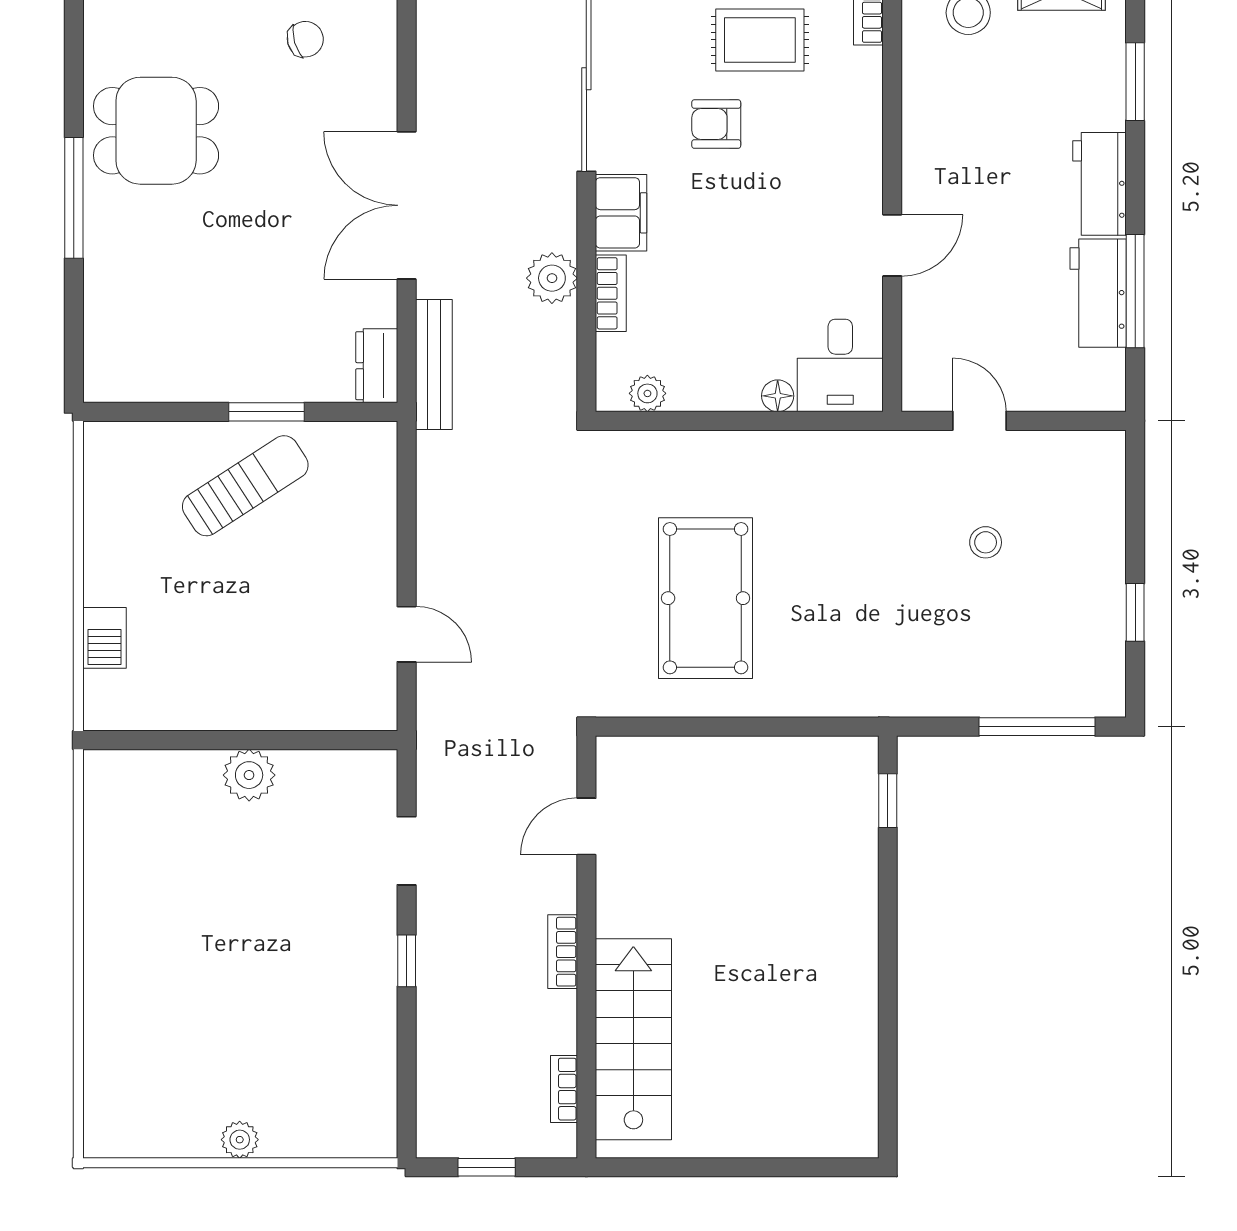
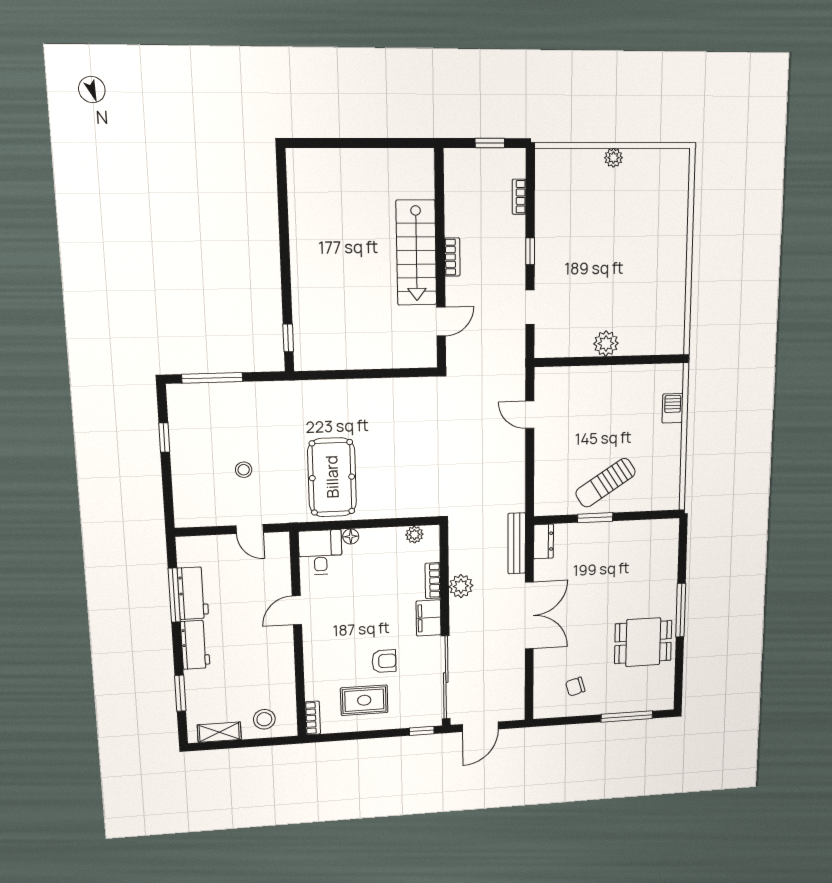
pool table: (706, 598) -> (332, 477), moved
stairs: (633, 1039) -> (416, 253), moved
bookcase: (564, 1089) -> (519, 197), moved, turned 180

